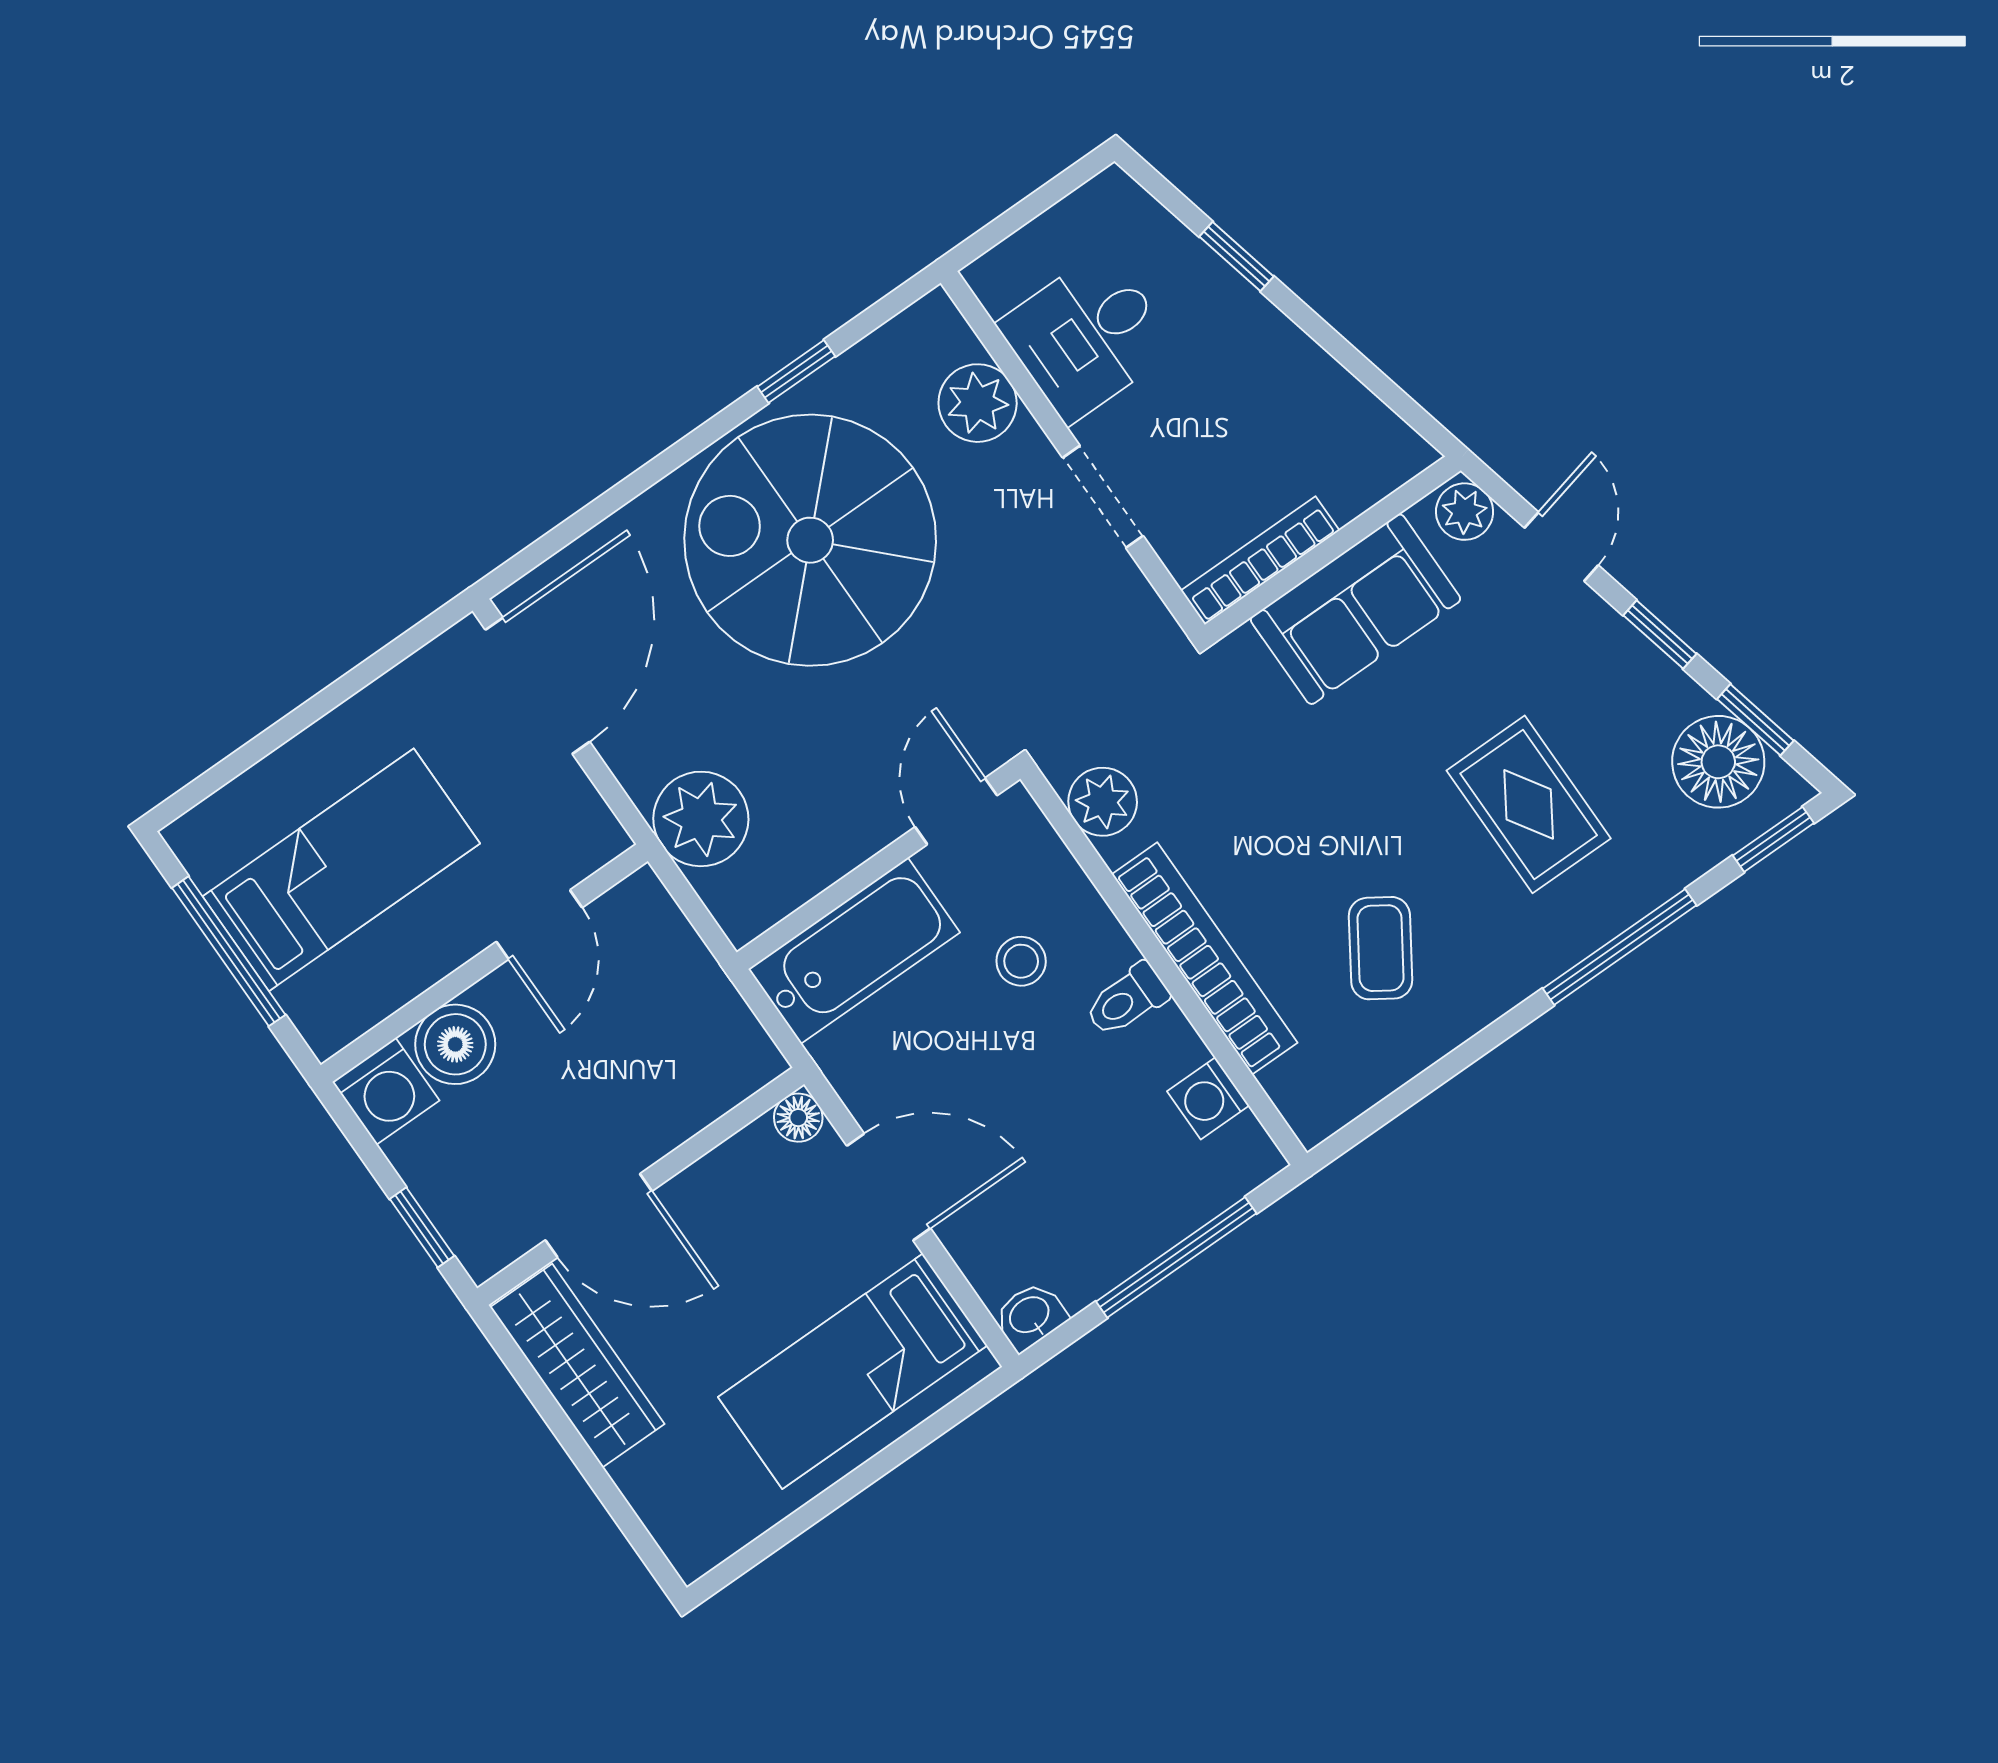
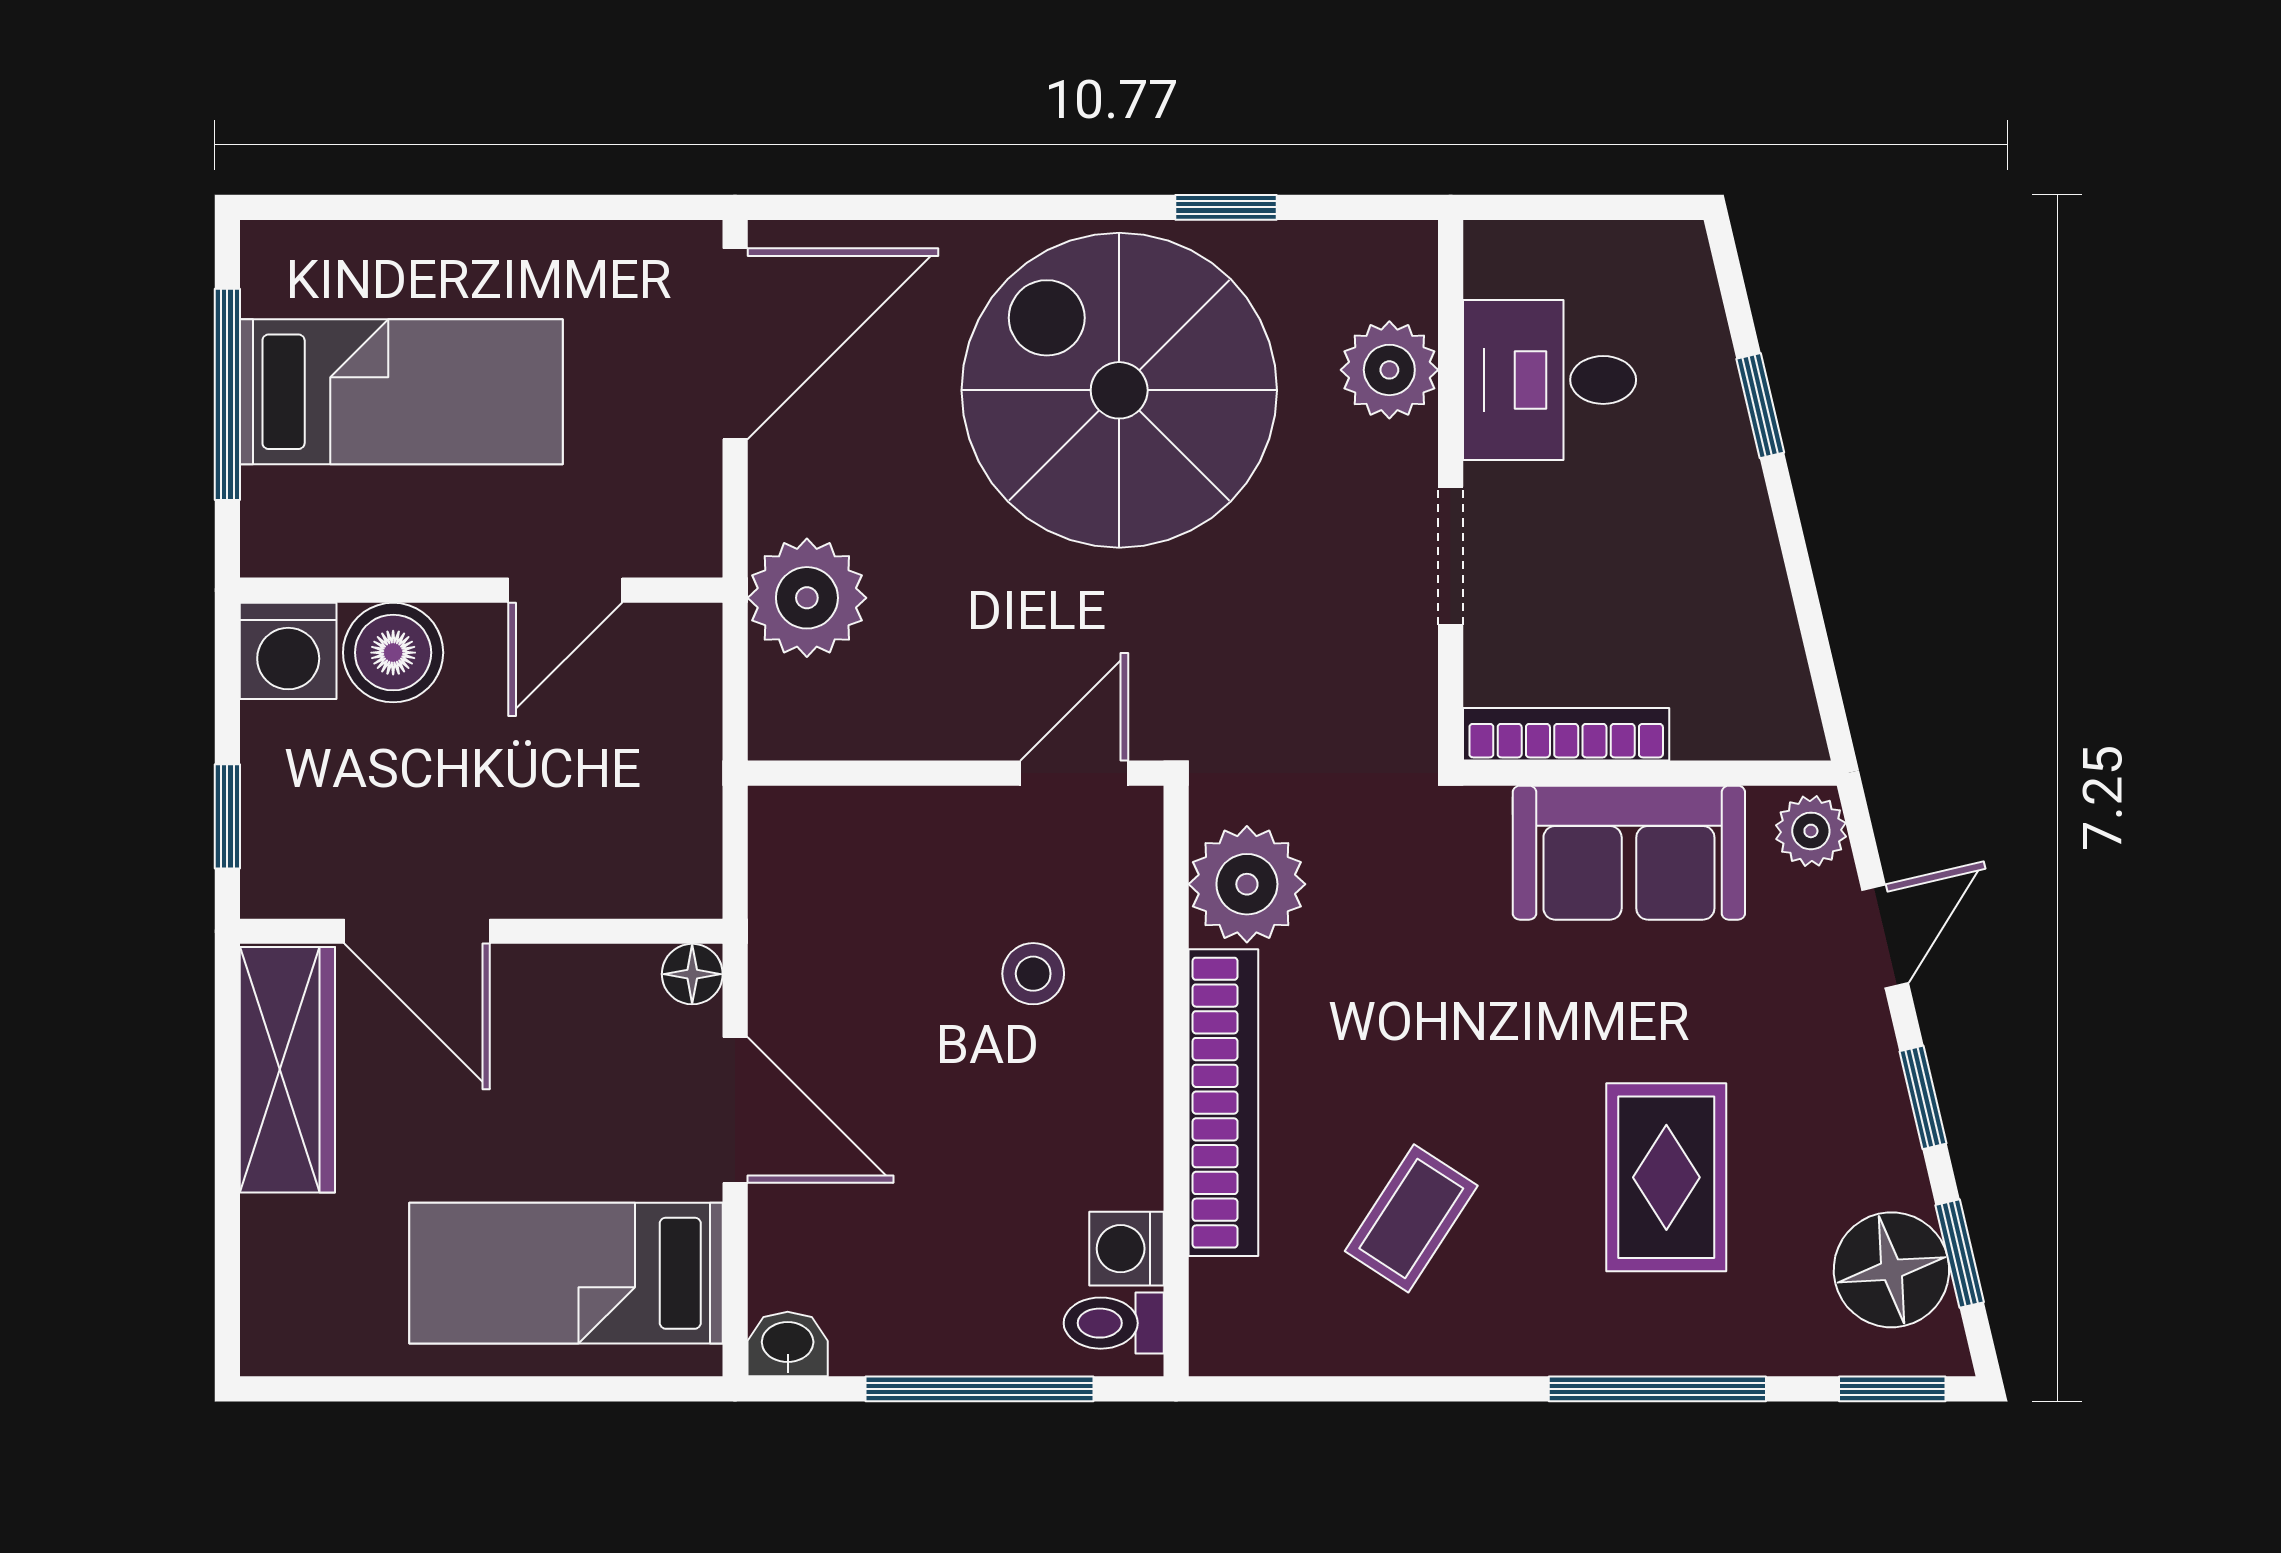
plant: (1103, 802) -> (1247, 884), width x1.36, depth x1.36
bathtub: (854, 951) -> (869, 843), removed
toilet: (1127, 1000) -> (1114, 1323), moved

